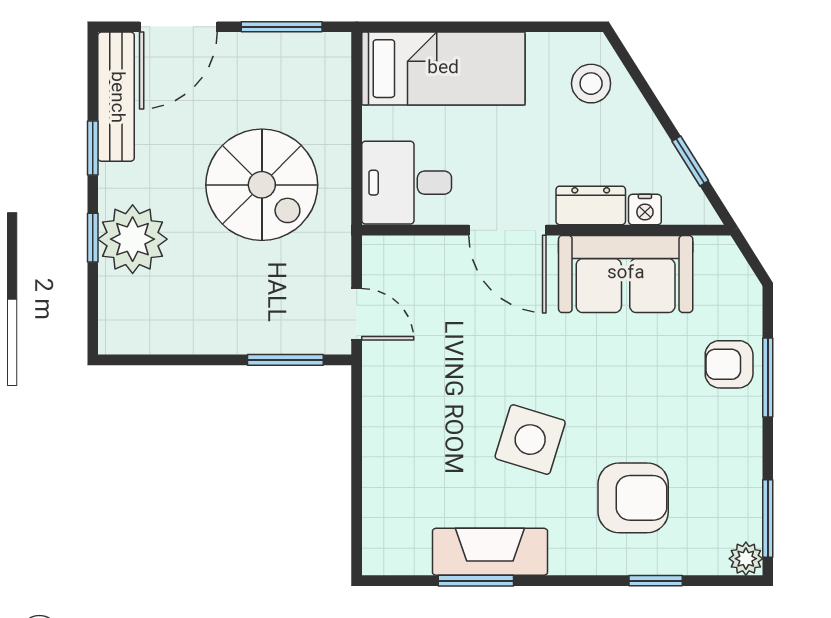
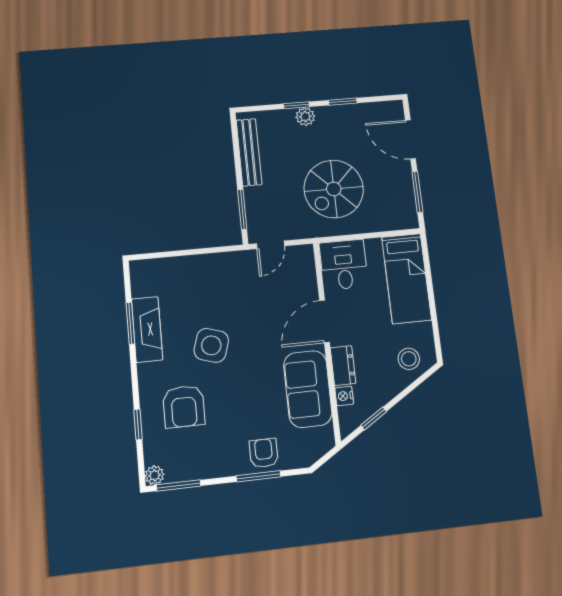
bench: (116, 97) -> (249, 152), moved, turned 90
plant: (133, 239) -> (305, 117), width x0.53, depth x0.53

